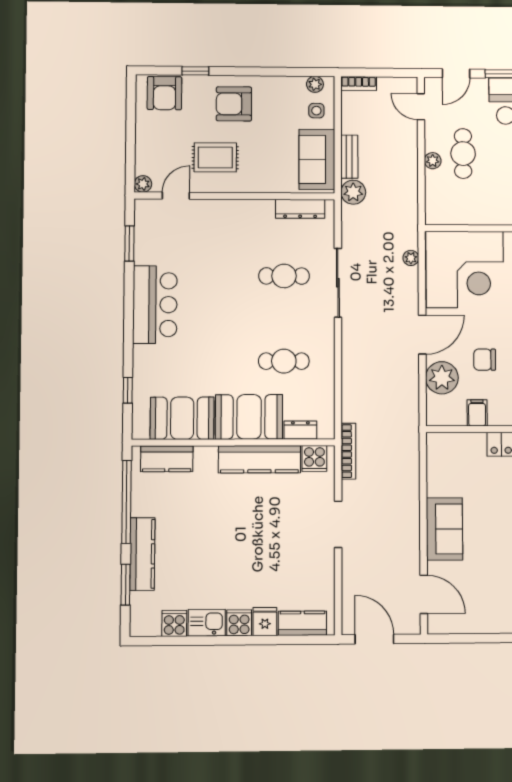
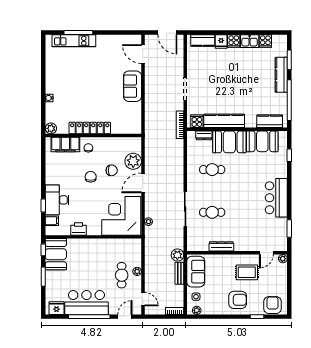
dresser: (300, 209) -> (221, 246), moved
filing cabinet: (477, 413) -> (116, 144), removed

